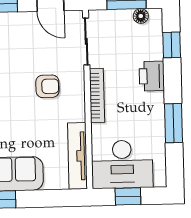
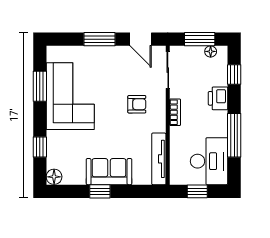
bookcase: (97, 95) -> (175, 112), width x0.64
window: (174, 123) -> (234, 135), width x1.44
desk: (122, 164) -> (209, 161), moved, turned -90

